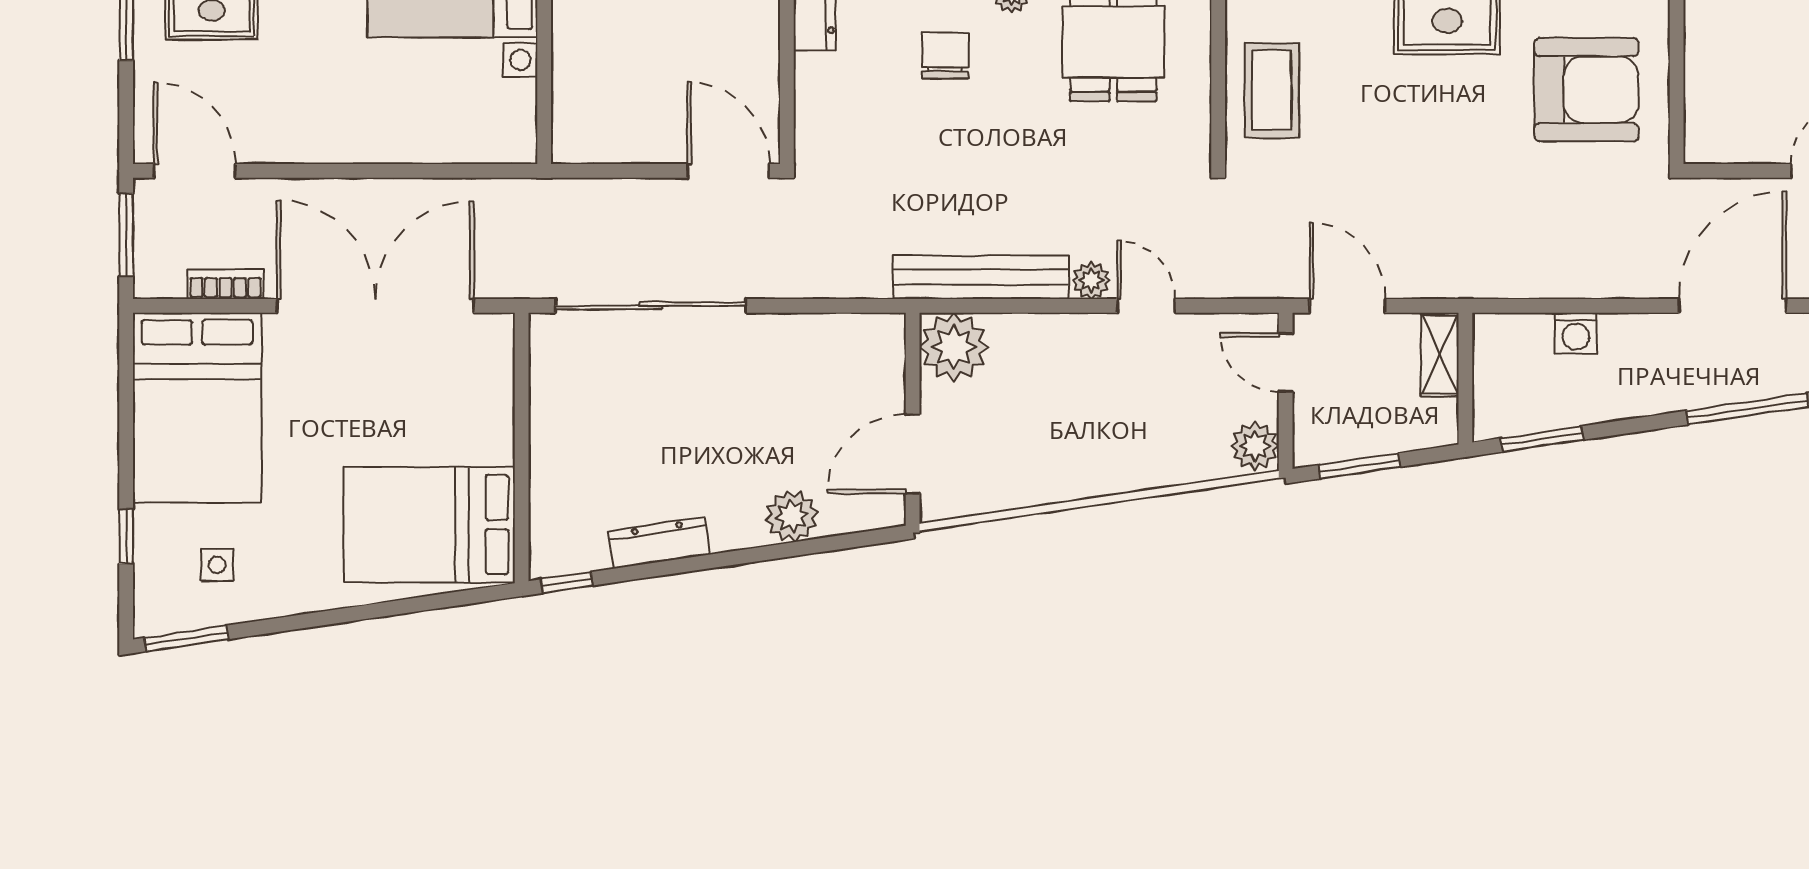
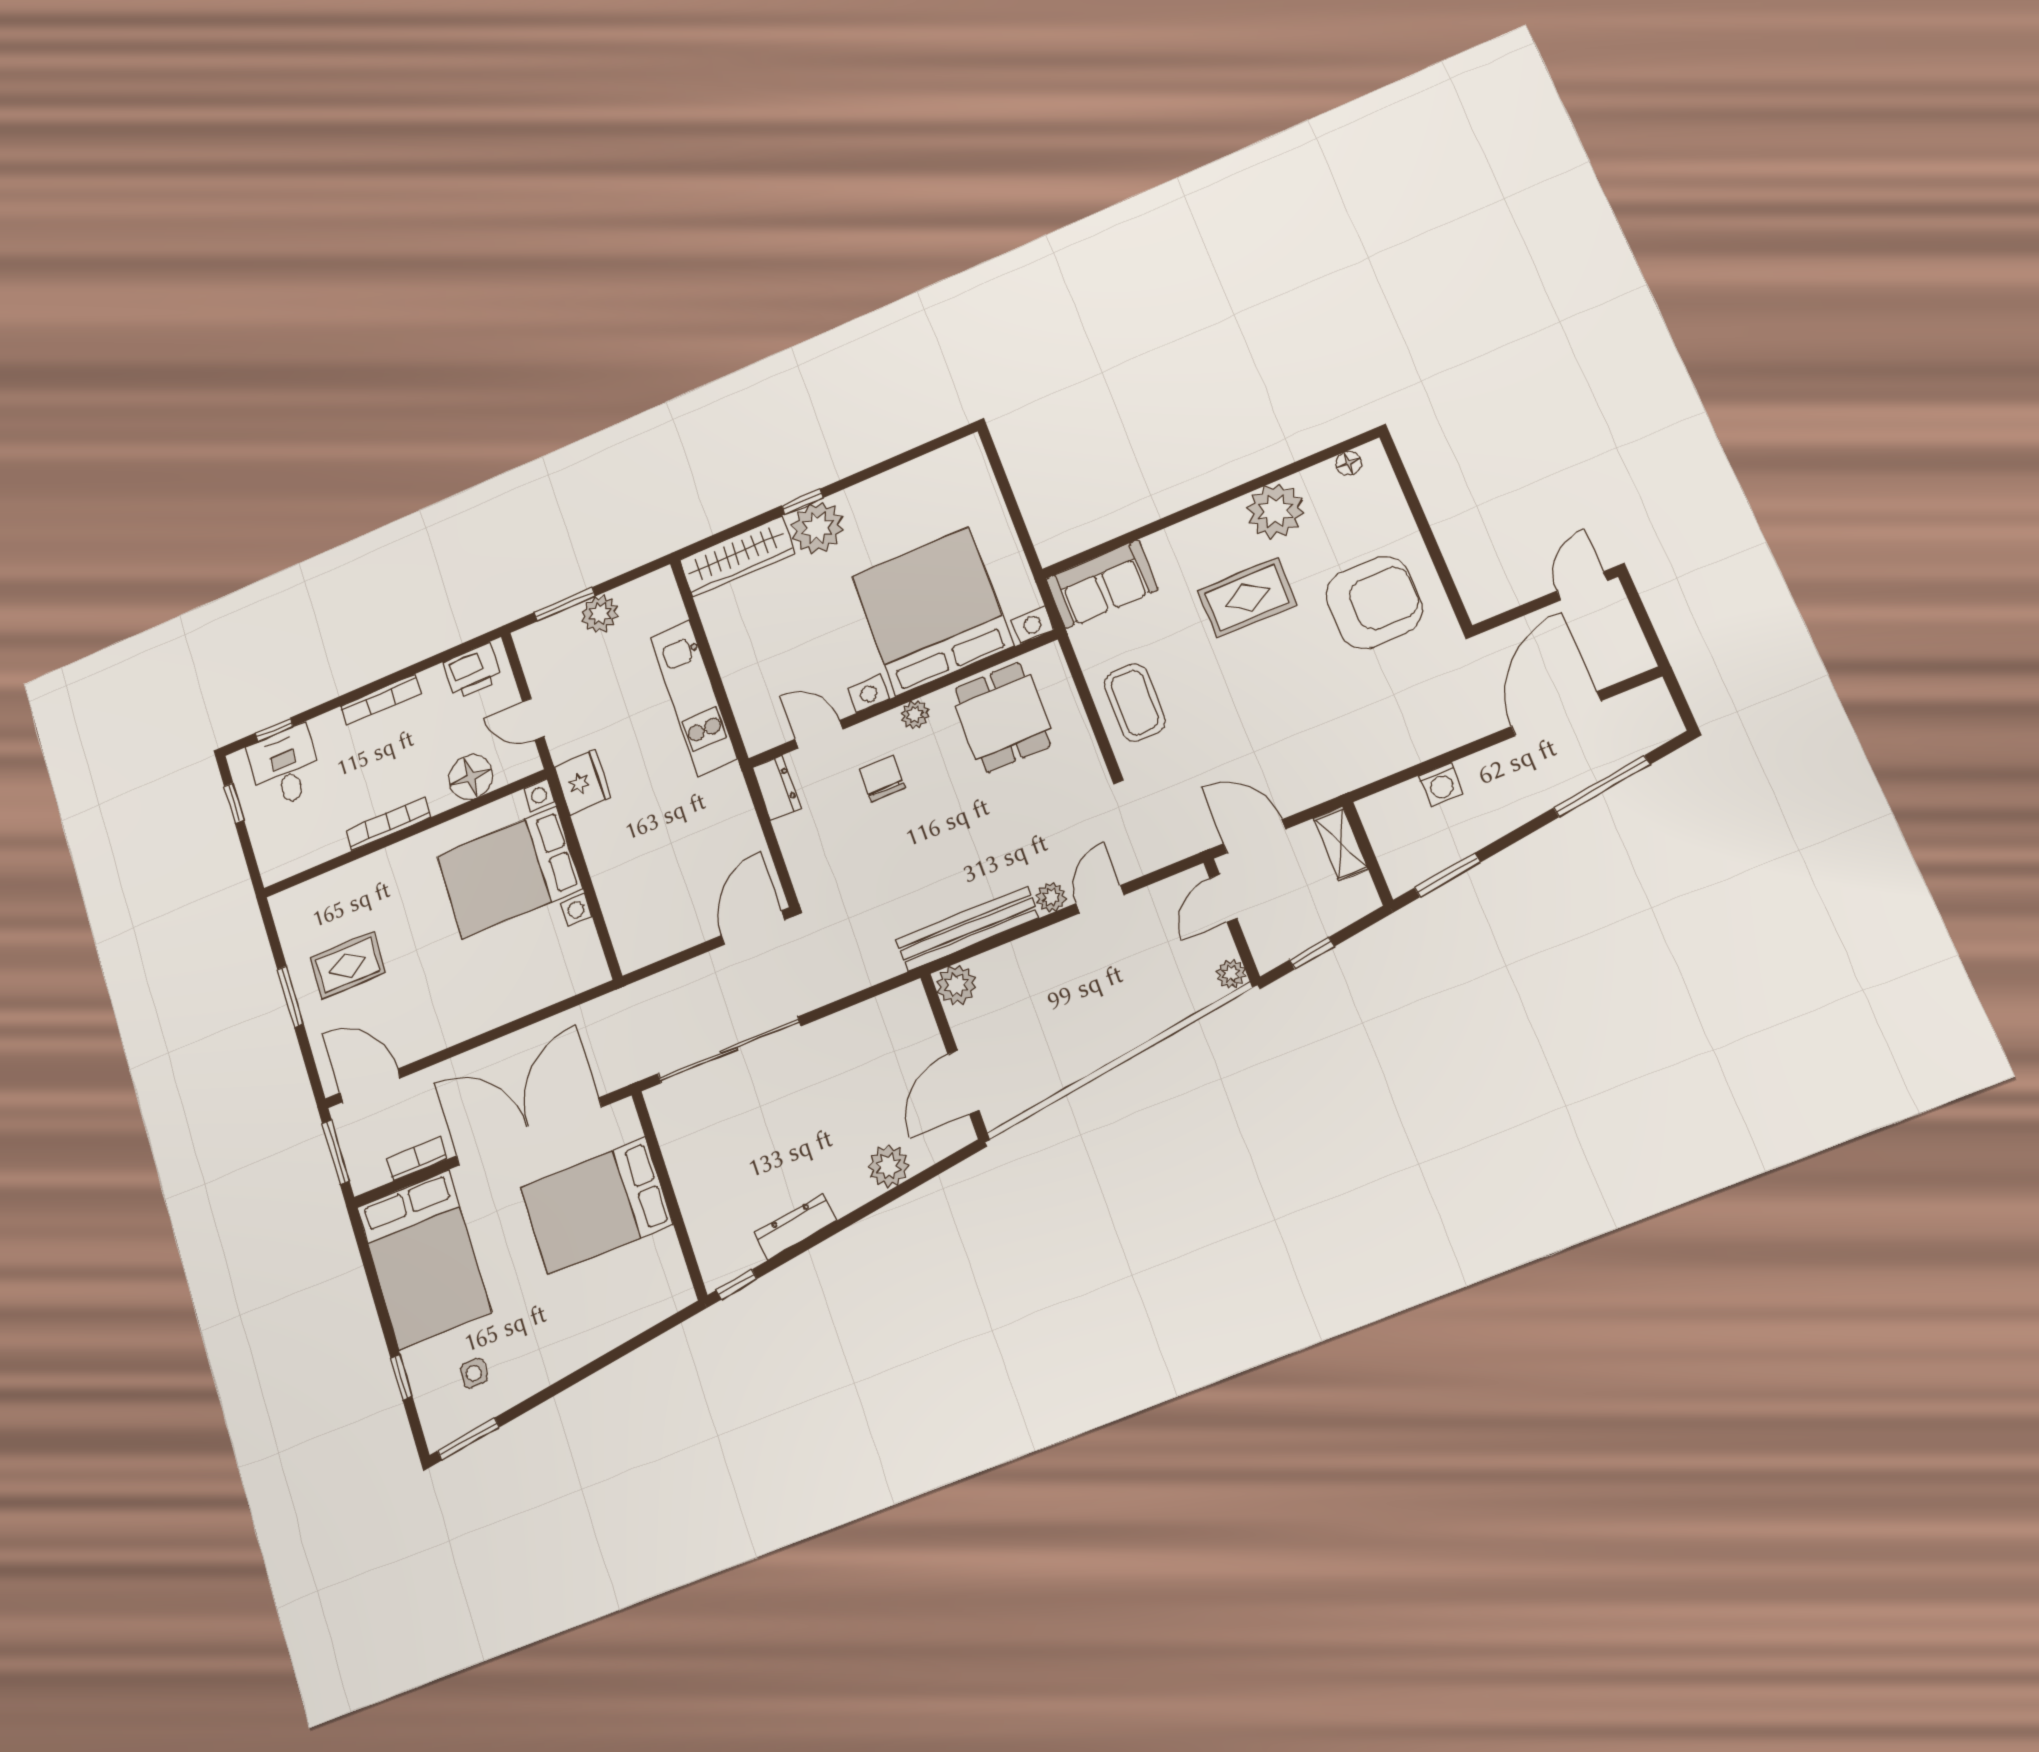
door: (728, 171) -> (753, 928), hinge flipped
door: (1146, 306) -> (1100, 899), hinge flipped
plant: (954, 347) -> (956, 985), width x0.73, depth x0.73
door: (1286, 362) -> (1223, 898), hinge flipped
plant: (1255, 446) -> (1231, 974), width x0.73, depth x0.73
window: (1360, 466) -> (1312, 953), width x0.67
bed: (429, 525) -> (596, 1206), moved

